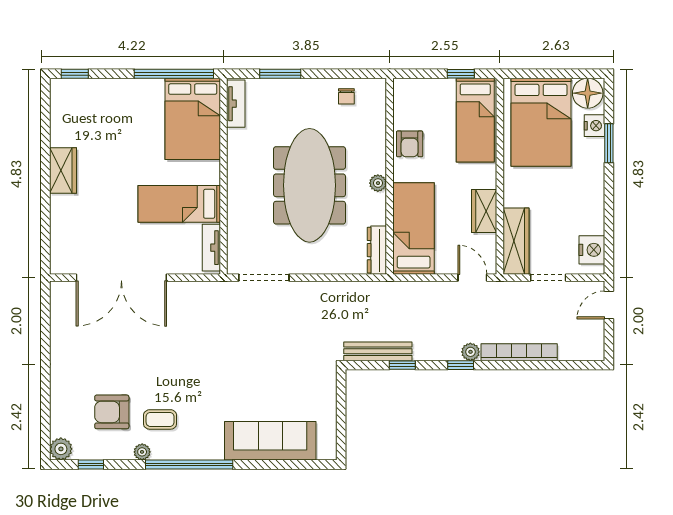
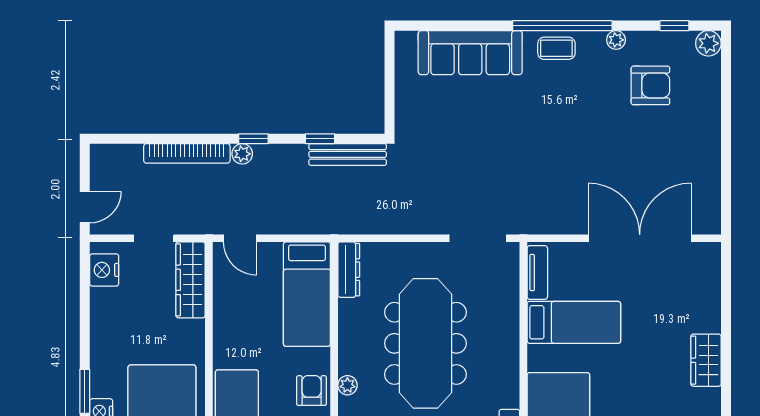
plant: (378, 183) -> (347, 385), moved
wardrobe: (484, 211) -> (227, 314), removed
coffee table: (160, 419) -> (556, 48), moved

